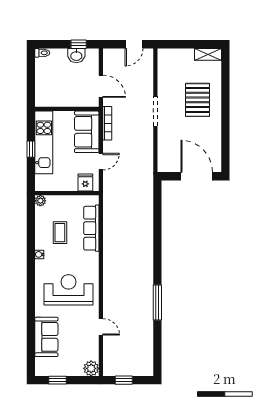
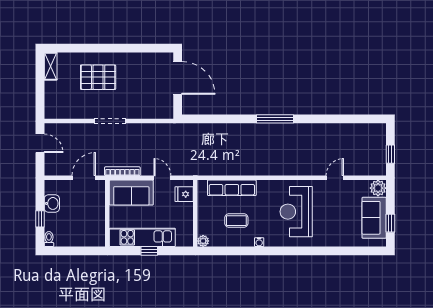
window: (79, 44) -> (40, 219), moved
door: (197, 176) -> (178, 78), swing flipped
window: (157, 303) -> (275, 119), moved
sofa: (46, 337) -> (374, 218), moved, turned -90

